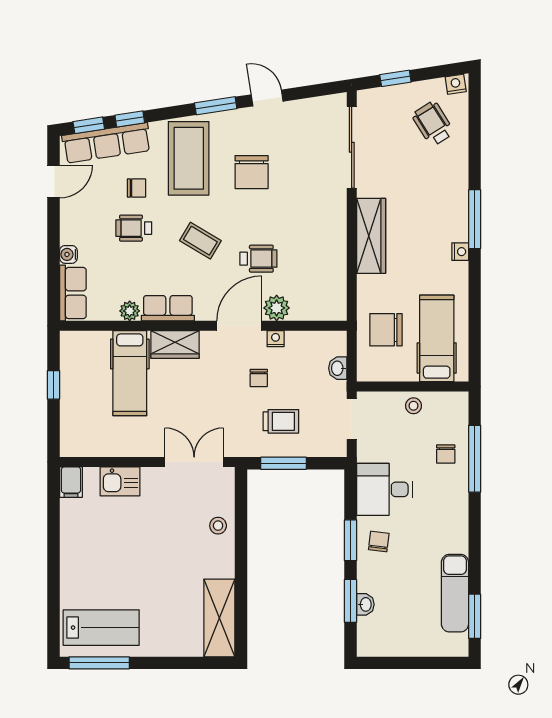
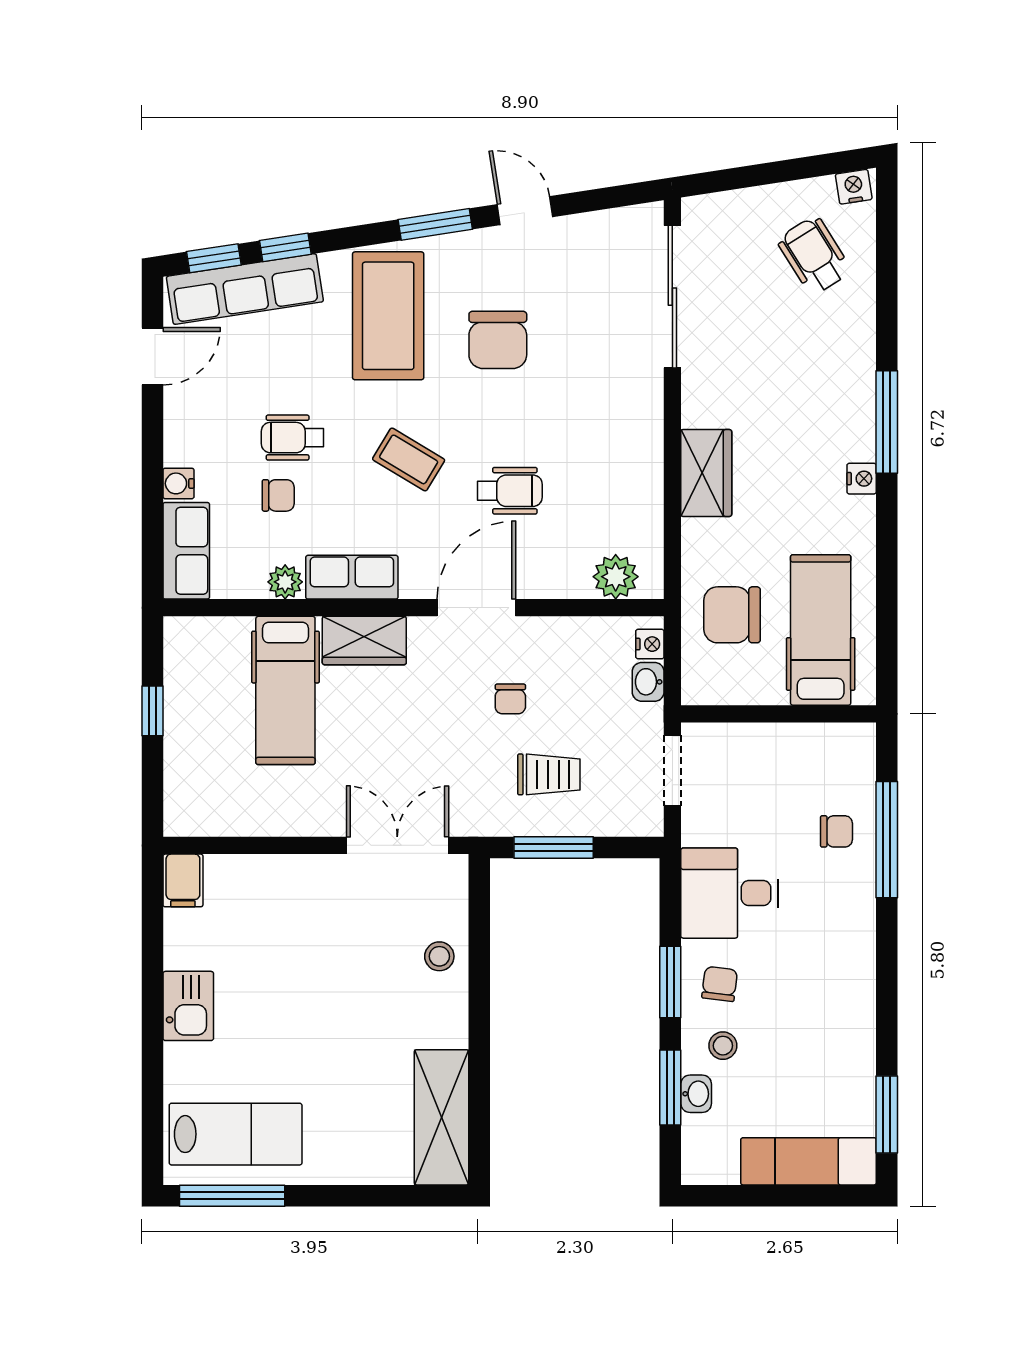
window: (395, 78) -> (749, 176), removed
chair: (136, 188) -> (278, 495), moved
wardrobe: (371, 236) -> (706, 473), width x0.67
plant: (277, 308) -> (616, 577), moved
nightstand: (276, 339) -> (650, 644), moved, turned 90
stool: (413, 406) -> (723, 1046), moved
chair: (446, 454) -> (836, 831), turned -90
kitchen sink: (120, 481) -> (188, 1006), moved, turned -90
exam couch: (455, 593) -> (808, 1161), moved, turned 90

